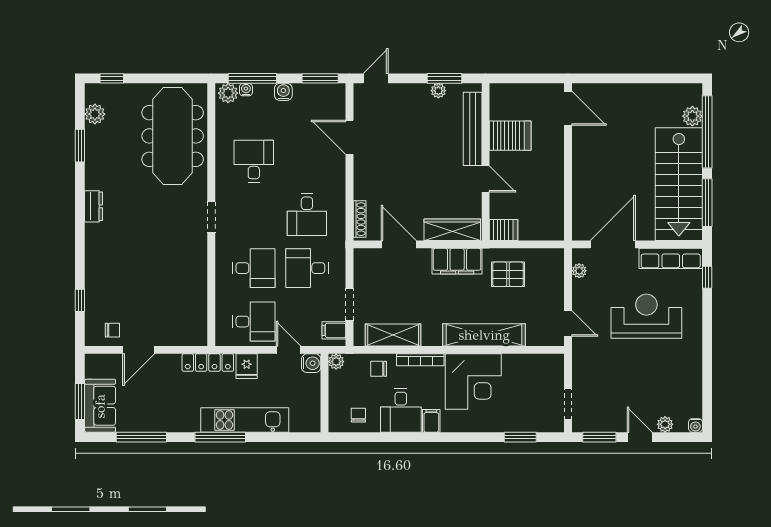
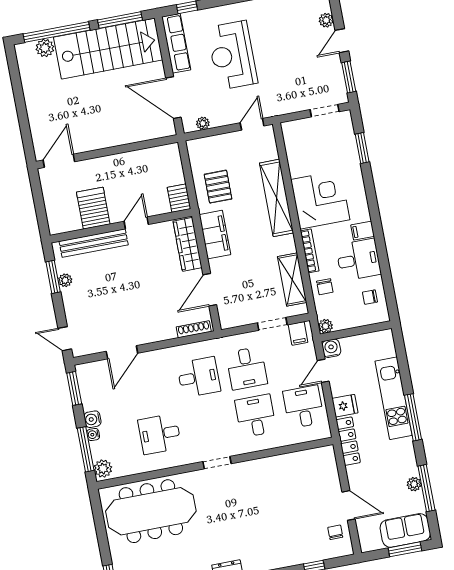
water cooler: (246, 90) -> (93, 434), moved
plant: (148, 425) -> (414, 484), added

